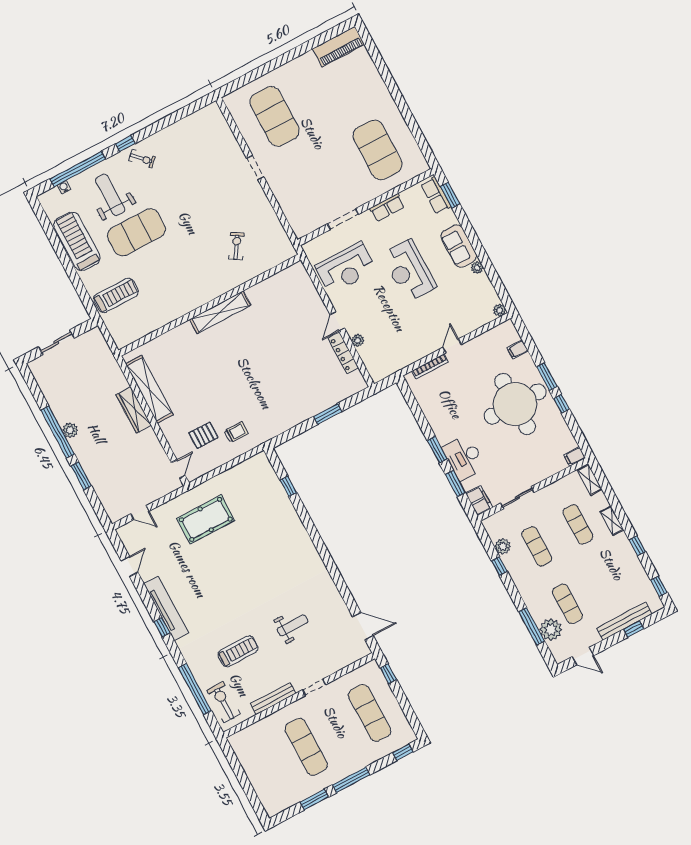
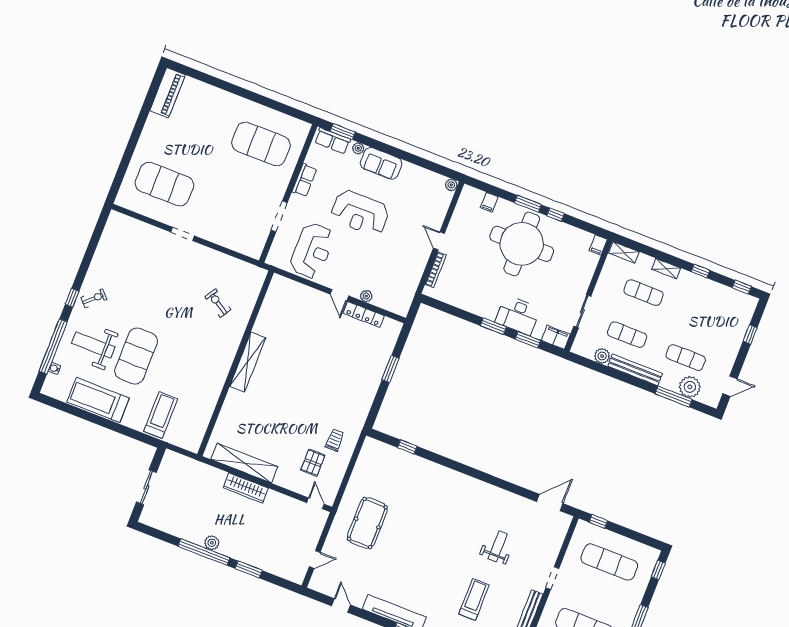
plant: (477, 268) -> (358, 148), moved
window: (499, 566) -> (612, 373), removed
bench: (624, 621) -> (635, 370), moved, turned 90

